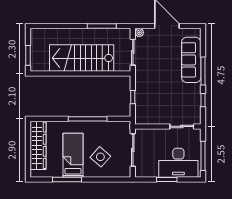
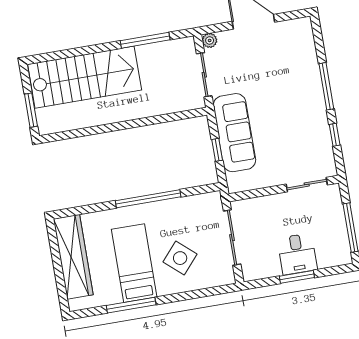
stairs: (82, 58) -> (85, 77), moved, turned 180
sofa: (191, 60) -> (234, 133), moved, turned 180
desk: (178, 163) -> (297, 254), width x0.53, depth x0.77

